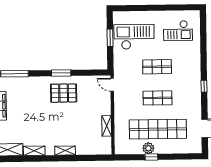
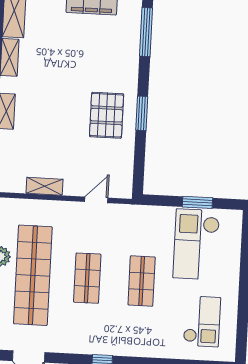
checkout: (178, 31) -> (202, 321), turned 180
checkout: (134, 37) -> (196, 244), turned 180
door: (112, 85) -> (96, 200), moved

